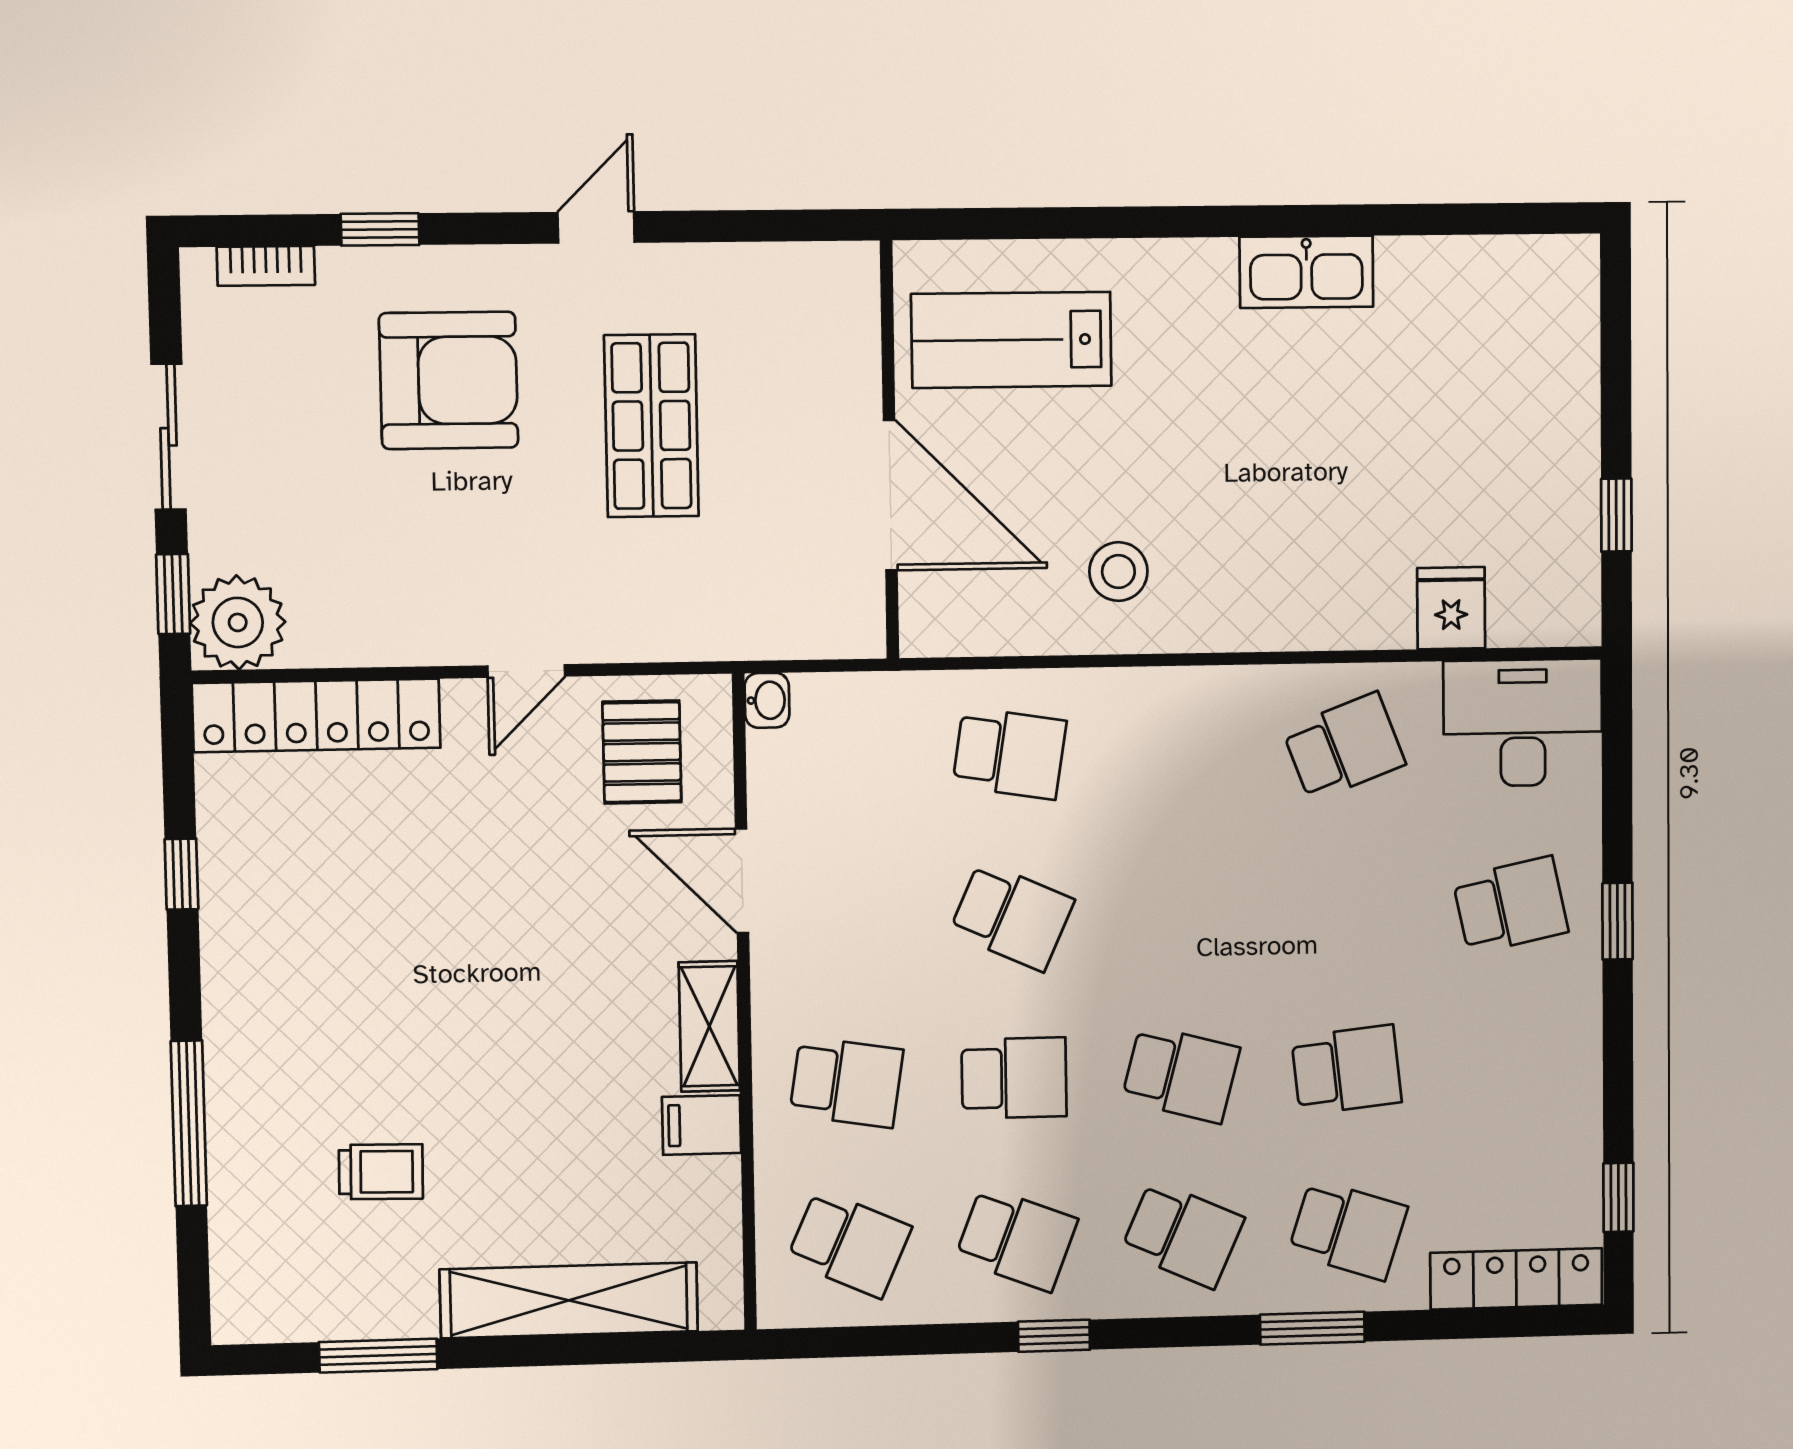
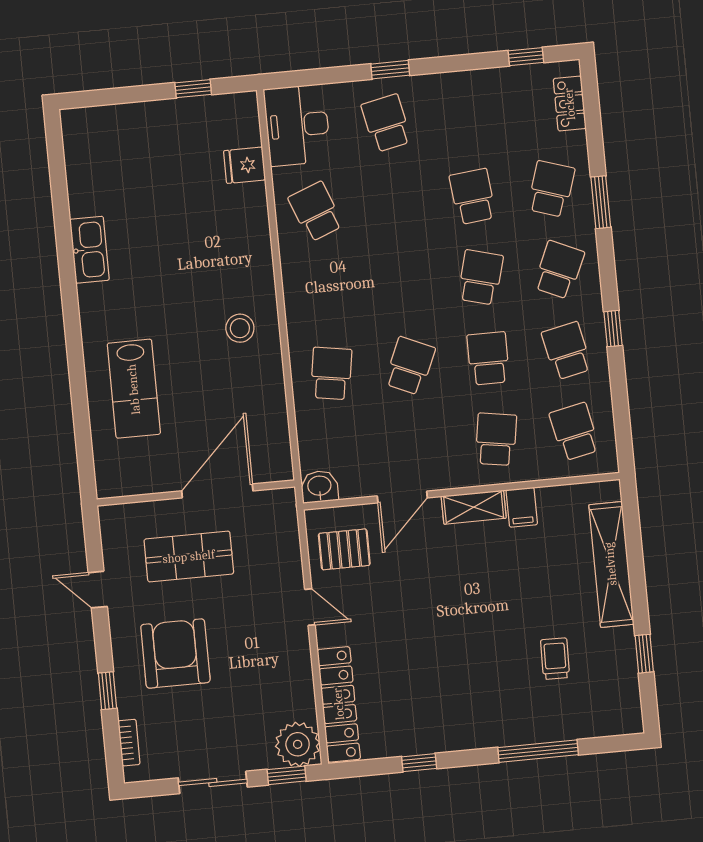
wall: (889, 450) -> (196, 493), moved
door: (890, 495) -> (217, 491), moved
washbasin: (767, 700) -> (319, 487), width x1.38, depth x1.45
school desk: (1016, 1239) -> (567, 351), turned -33
school desk: (849, 1244) -> (575, 432), turned -36
locker: (1516, 1279) -> (570, 104), width x0.66
window: (378, 1356) -> (644, 654), width x0.67

